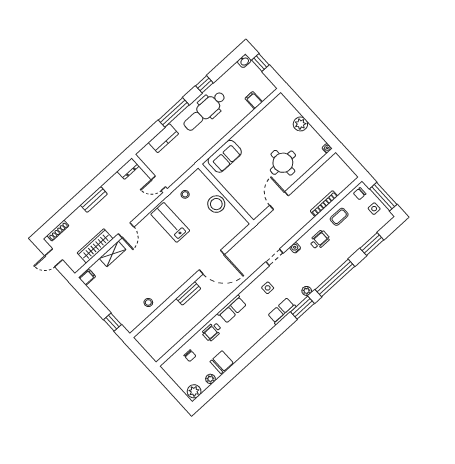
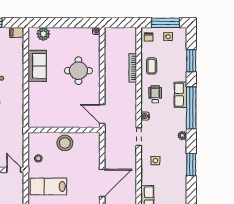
filing cabinet: (254, 100) -> (17, 32), moved
plant: (300, 124) -> (43, 34), moved
sofa: (225, 156) -> (37, 66), moved
door: (158, 183) -> (14, 170), swing flipped
door: (279, 201) -> (102, 114), moved
window: (302, 308) -> (191, 164), moved
row of seats: (282, 311) -> (180, 95), moved

